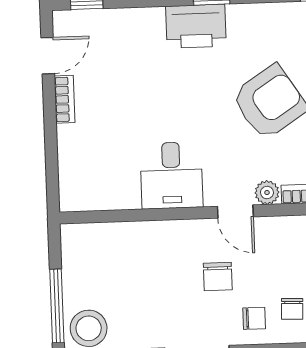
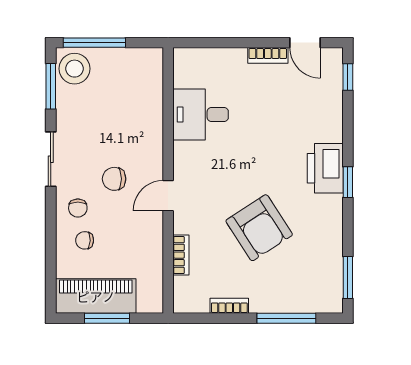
desk: (171, 175) -> (201, 114), moved
plant: (267, 193) -> (183, 223), removed

